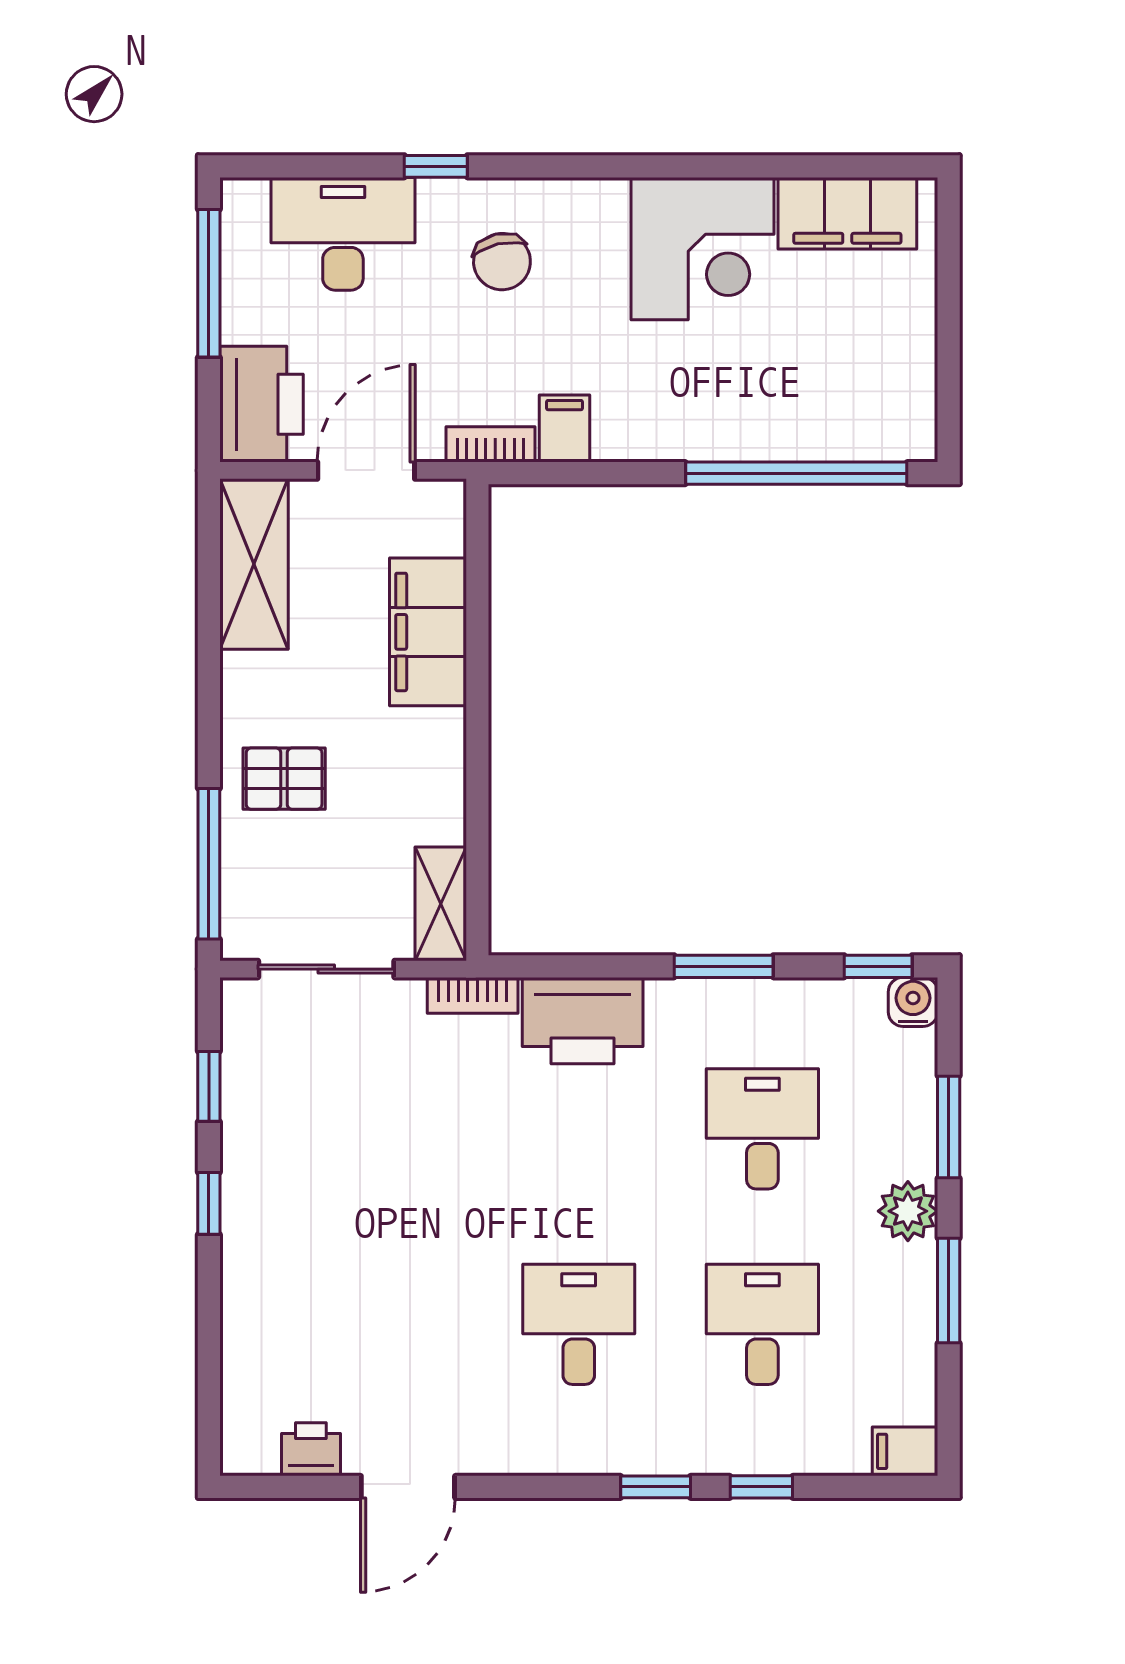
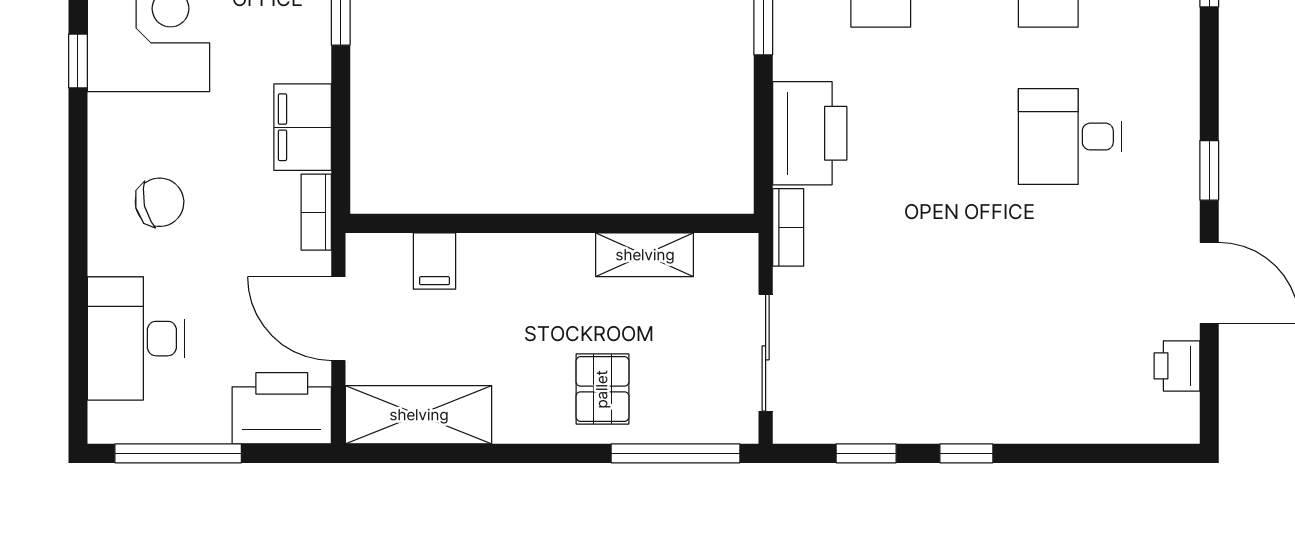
window: (436, 166) -> (78, 61), moved
filing cabinet: (564, 429) -> (303, 127), width x2.00
filing cabinet: (428, 632) -> (435, 261), width x0.33, depth x0.86
shelving: (441, 904) -> (645, 255), moved
window: (656, 1487) -> (1209, 170), moved

